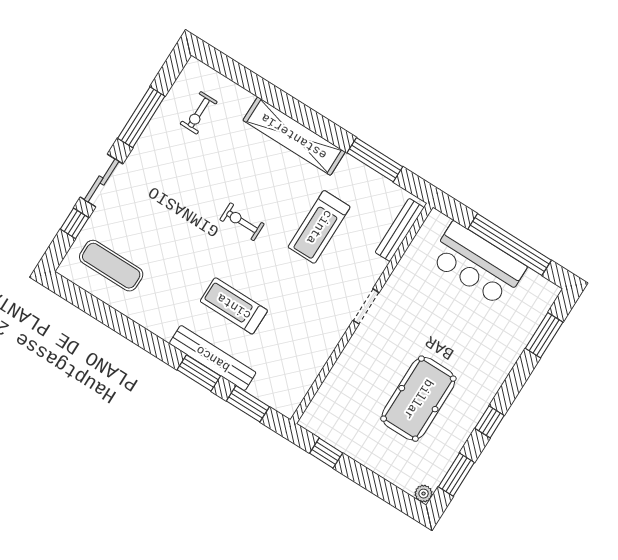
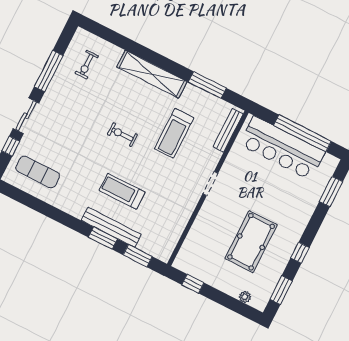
bar counter: (478, 264) -> (282, 148), width x1.36
plant: (424, 494) -> (245, 297), moved

